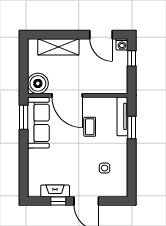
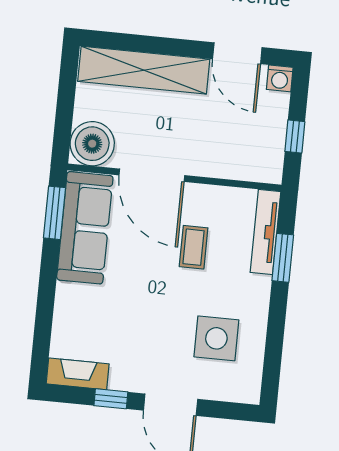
shelving: (58, 47) -> (144, 70), width x1.47
window: (132, 58) -> (295, 137), moved
side table: (105, 168) -> (216, 338), width x1.87, depth x1.87
fireplace: (55, 191) -> (78, 374), moved

